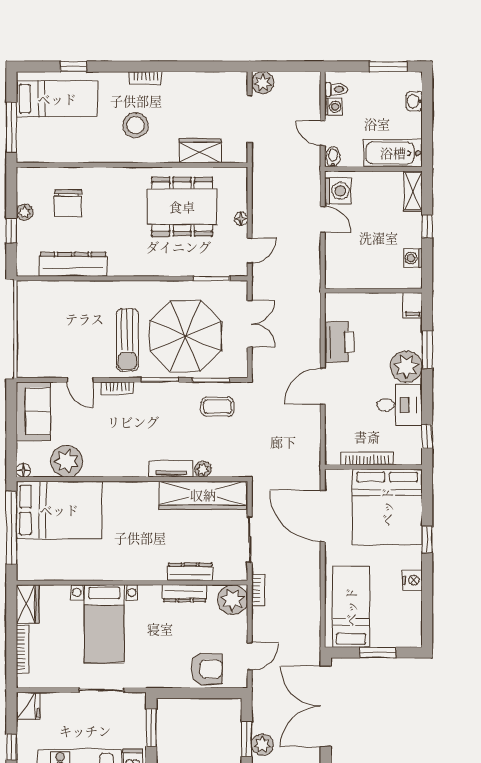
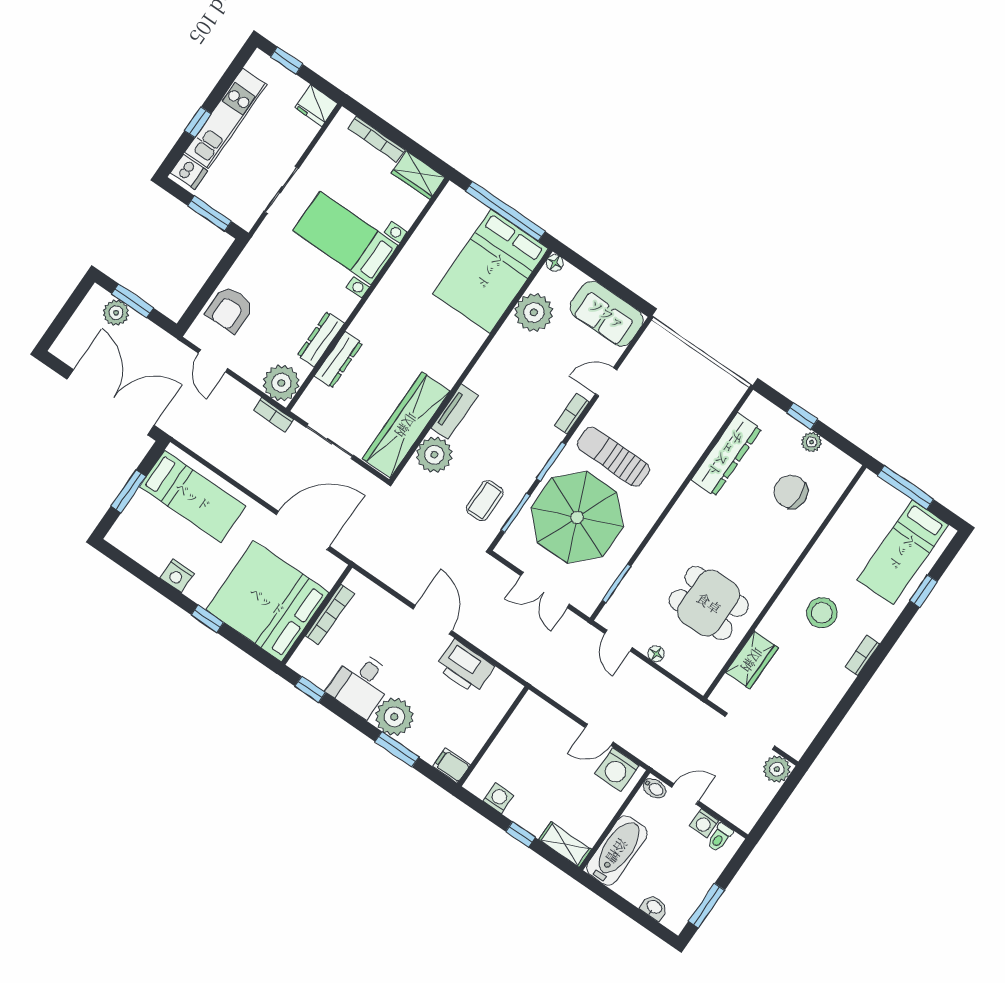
dining table: (182, 207) -> (709, 603), width x0.73
plant: (203, 469) -> (434, 455), width x1.87, depth x1.87

